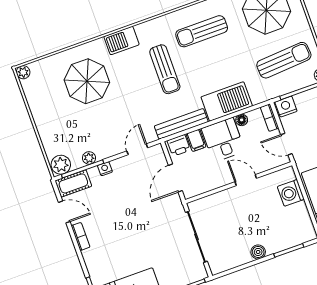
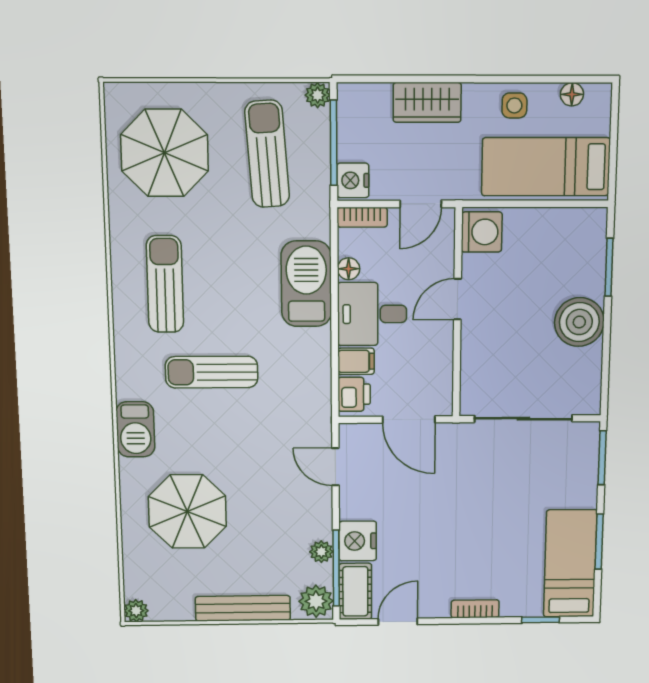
sun lounger: (202, 31) -> (165, 284), turned 180
sun lounger: (165, 69) -> (212, 372), turned 180
bench: (181, 124) -> (243, 608), moved, turned 90
nightstand: (105, 169) -> (358, 541), width x1.89, depth x1.79
washing machine: (291, 193) -> (482, 232), moved, turned -90
bookcase: (81, 236) -> (475, 609), moved
boiler: (258, 252) -> (579, 322), width x1.86, depth x1.86

